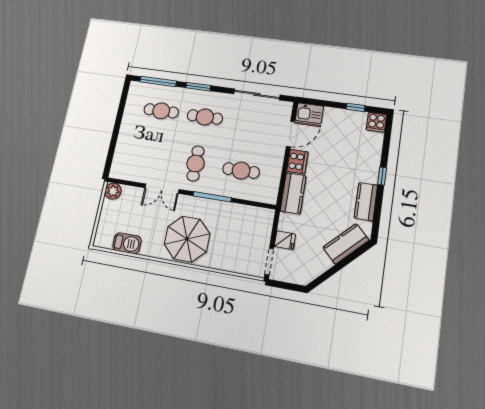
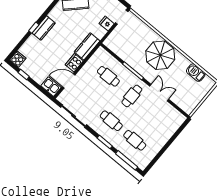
plant: (113, 191) -> (189, 108), removed
kitchen counter: (366, 202) -> (44, 28), moved

